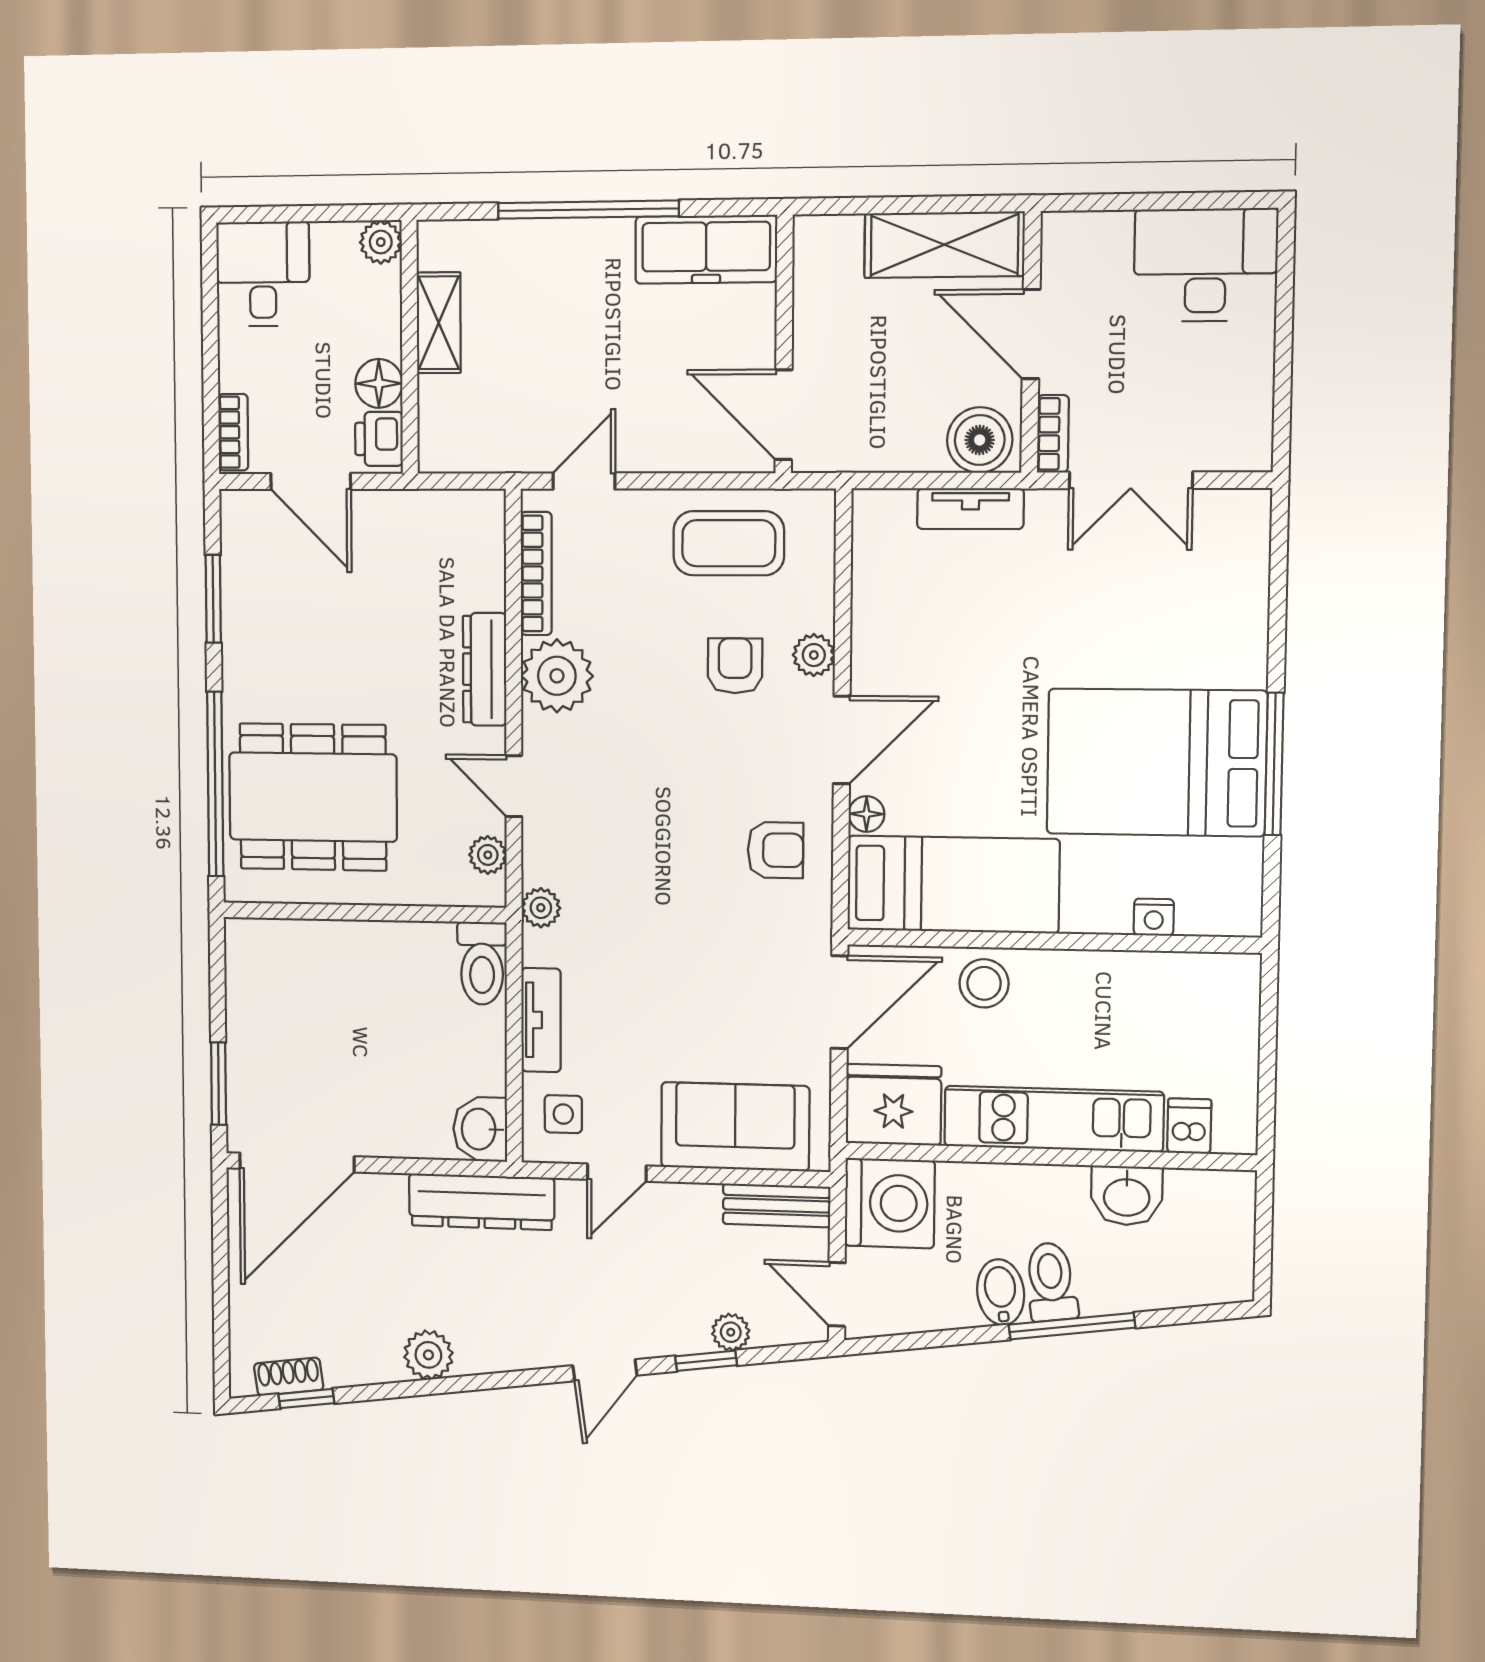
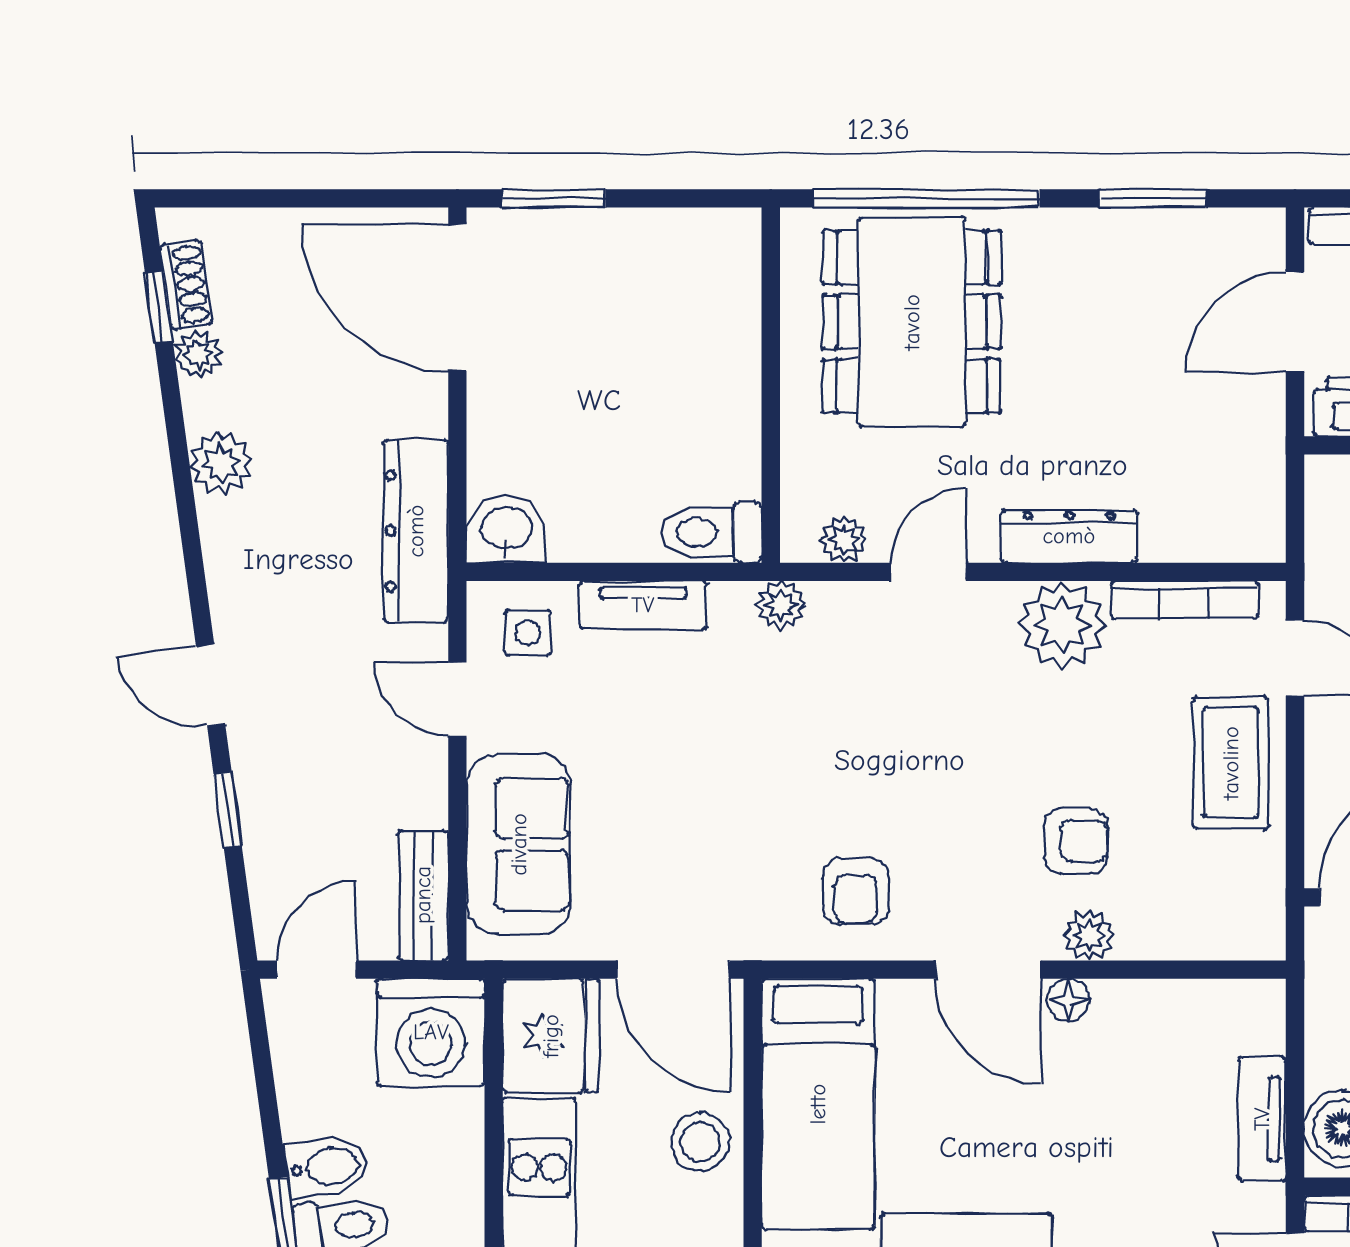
coffee table: (729, 543) -> (1231, 763), moved
floor lamp: (867, 814) -> (1068, 1000), moved
plant: (731, 1332) -> (198, 354), moved

